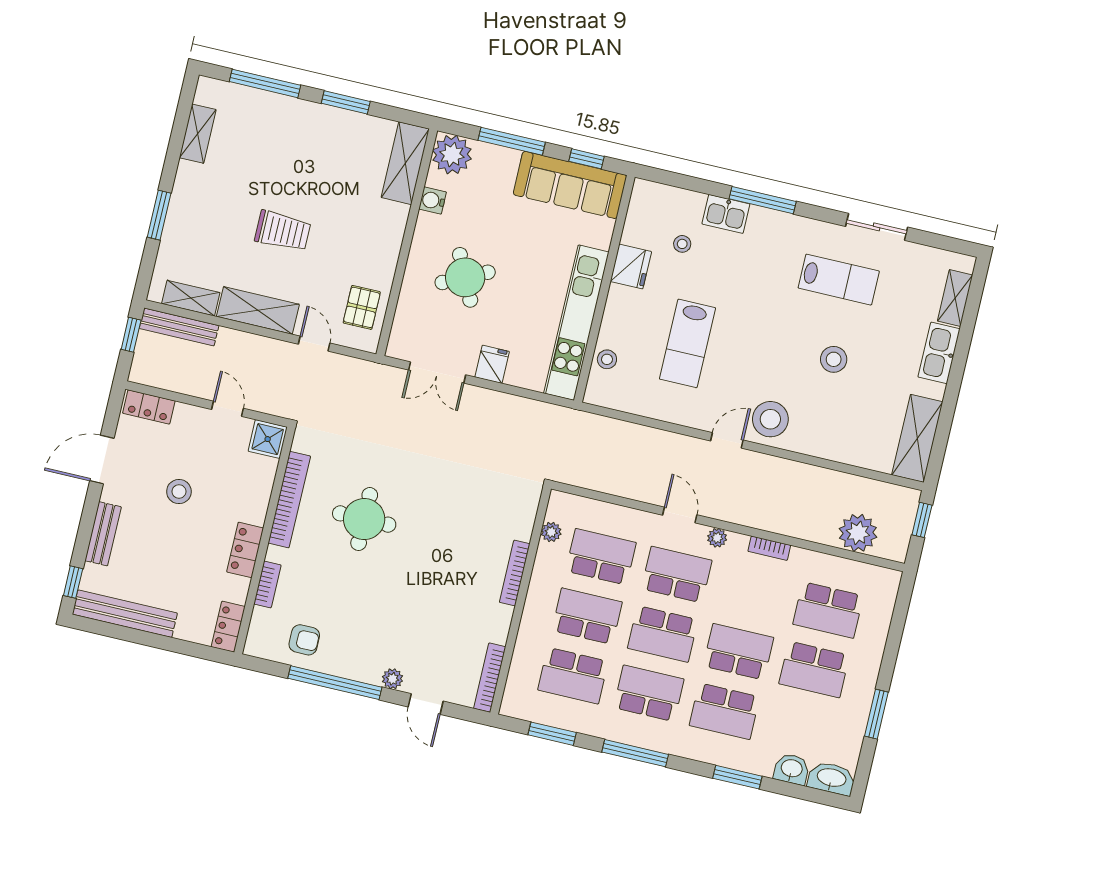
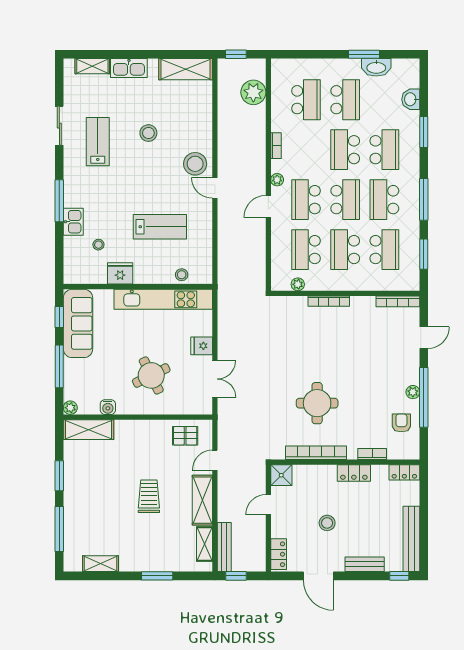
plant: (452, 155) -> (70, 408), width x0.53, depth x0.53
plant: (393, 679) -> (413, 392), moved
washbasin: (831, 778) -> (376, 67), moved, turned -90

